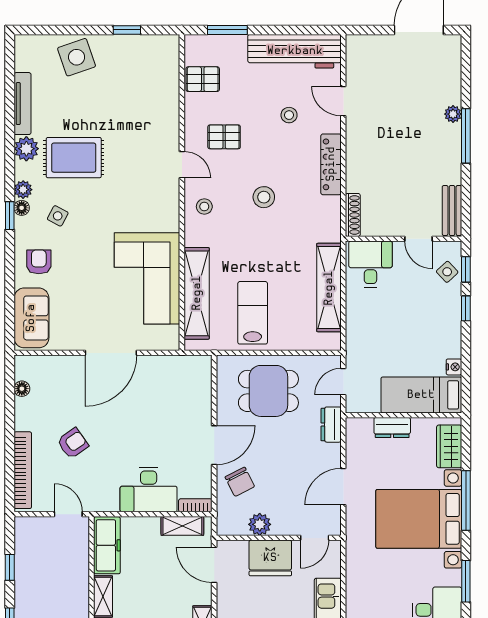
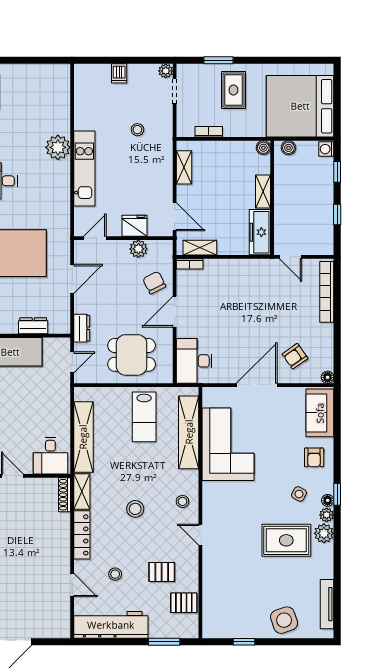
tv unit: (22, 104) -> (327, 604), moved
pallet: (224, 137) -> (162, 572), moved
plant: (26, 149) -> (324, 533), moved
shelving: (331, 219) -> (82, 492), added
floor lamp: (22, 389) -> (328, 377), moved
armchair: (73, 443) -> (295, 356), moved
desk: (149, 490) -> (194, 361), moved, turned -90
fridge: (270, 558) -> (135, 226), width x0.73, depth x0.75

